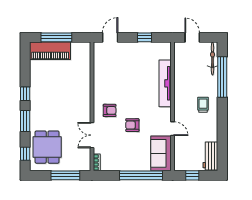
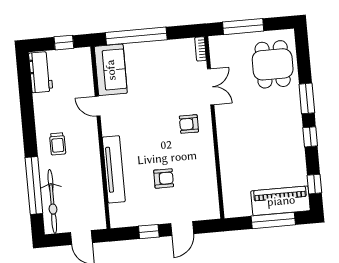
door: (110, 37) -> (182, 229), moved
bicycle: (212, 59) -> (52, 201), width x1.37, depth x1.40
armchair: (132, 125) -> (164, 178), moved
window: (25, 154) -> (314, 184), moved

